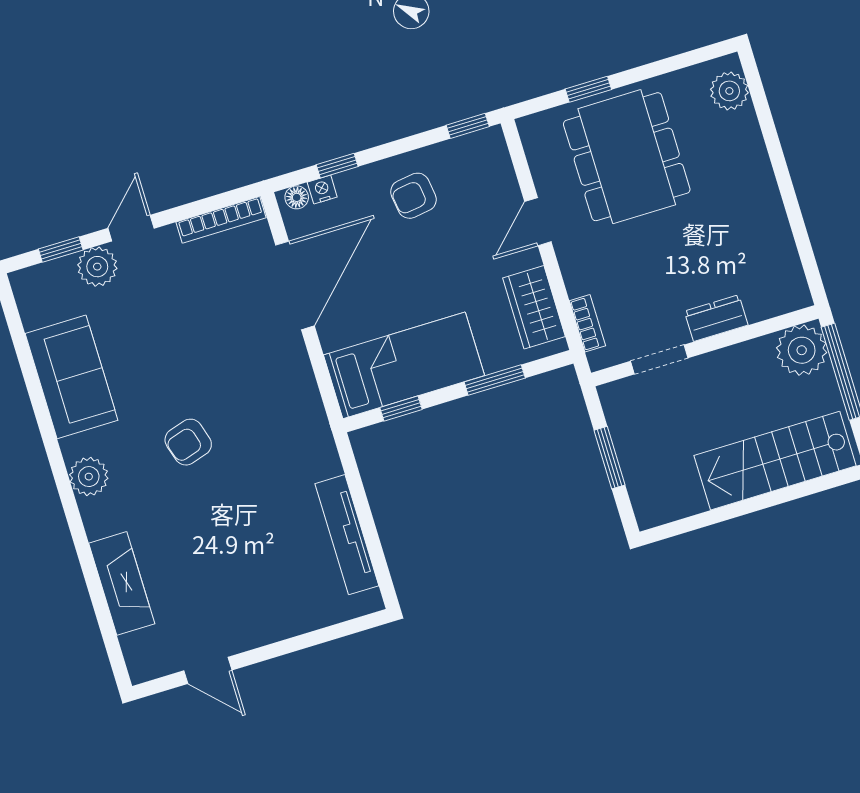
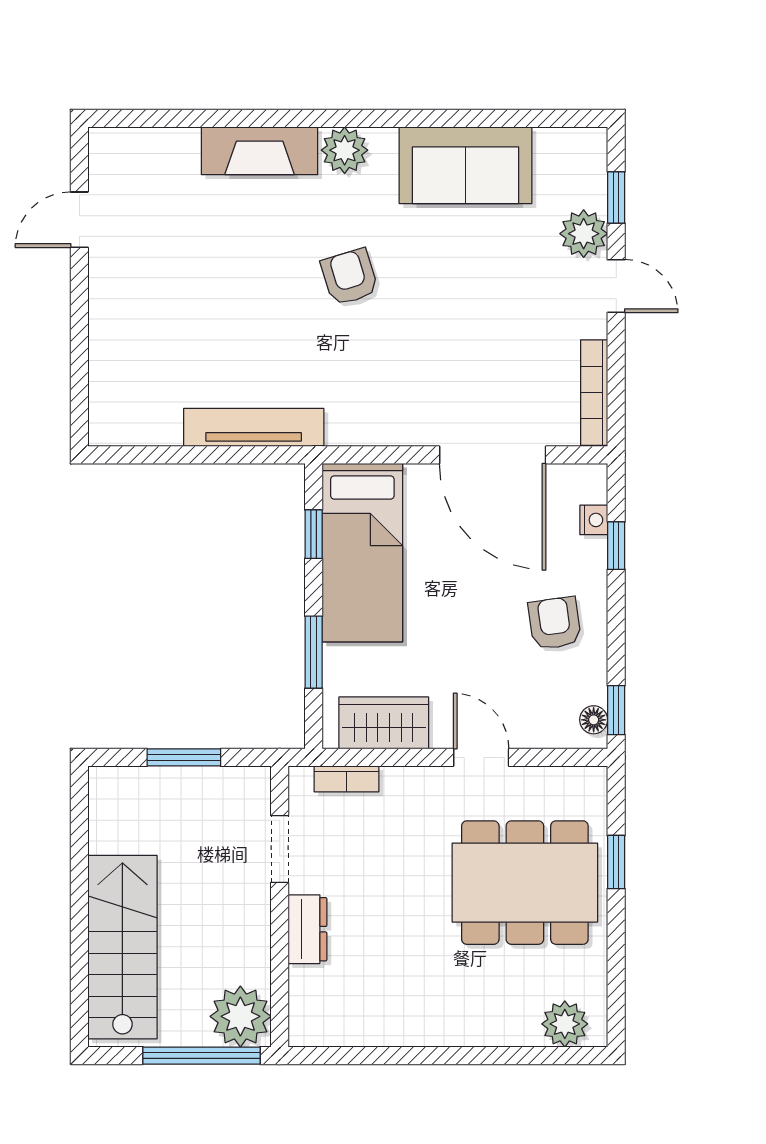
floor lamp: (297, 197) -> (594, 720), moved
tv unit: (347, 535) -> (254, 427), moved
fireplace: (122, 583) -> (260, 151), moved

